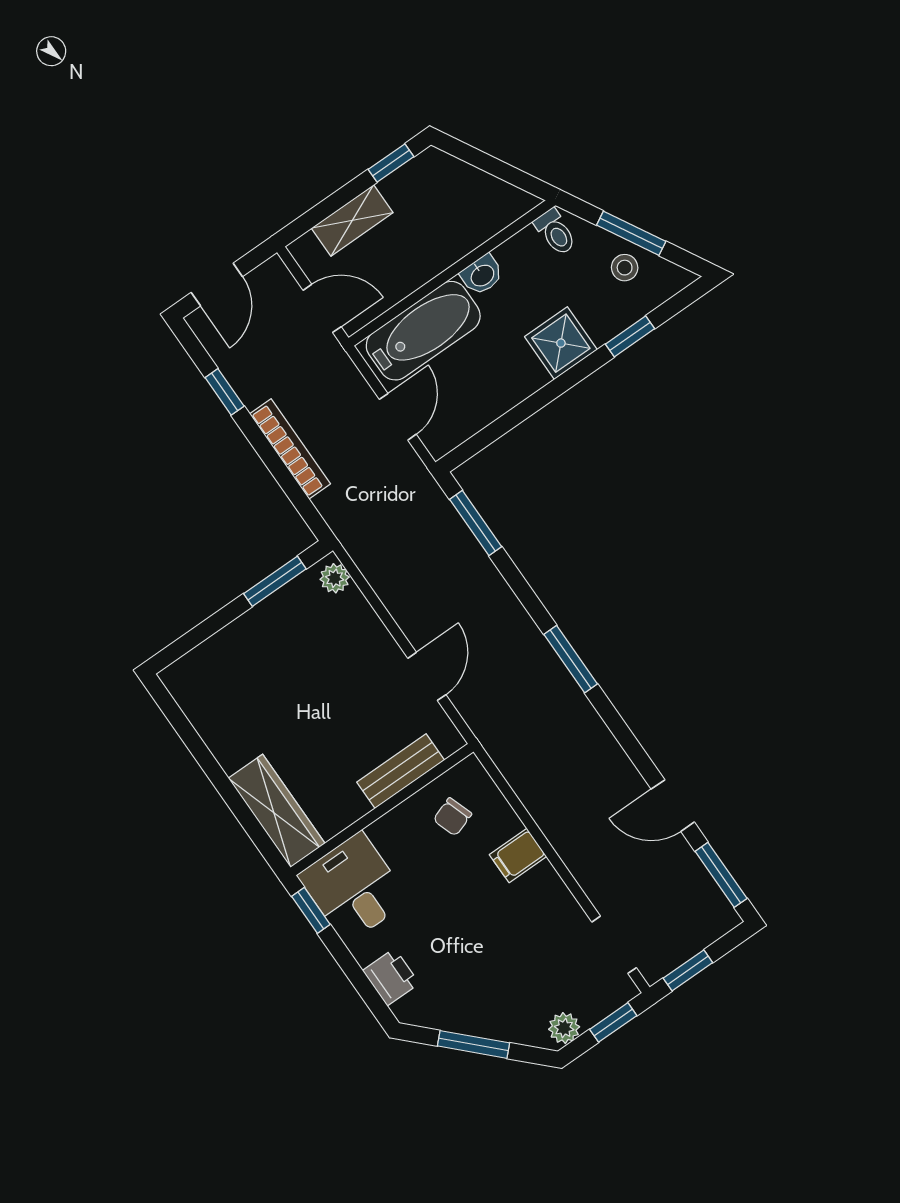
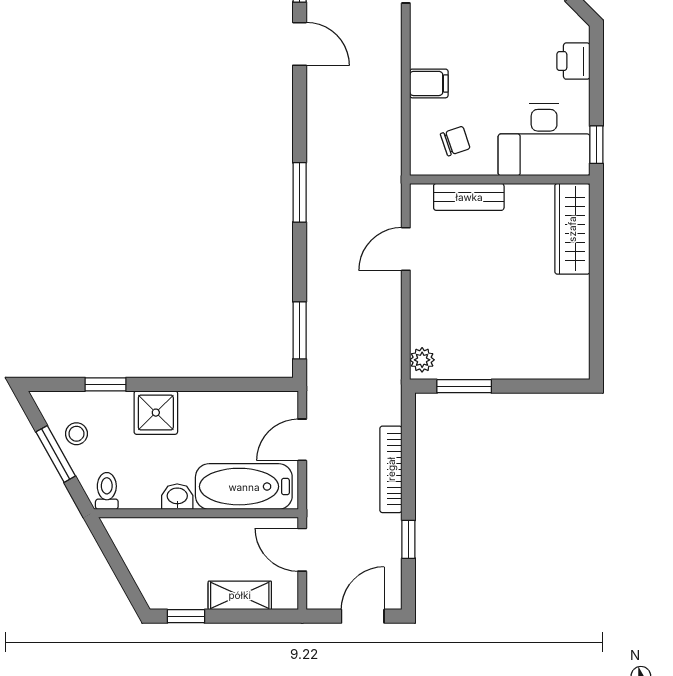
desk: (354, 888) -> (544, 140), width x1.37

